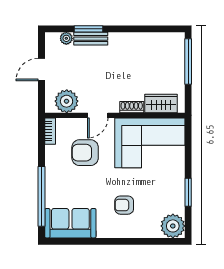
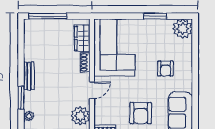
bench: (91, 39) -> (29, 76), moved
door: (98, 115) -> (92, 90), hinge flipped
armchair: (85, 153) -> (141, 113), moved

